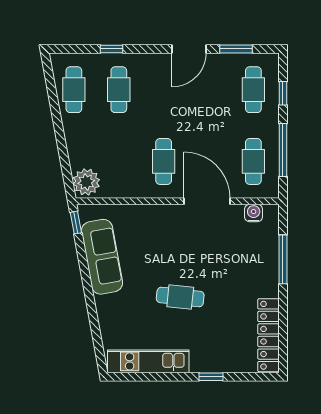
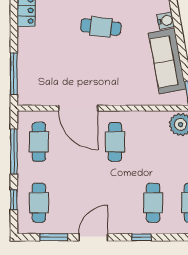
window: (112, 49) -> (141, 237), moved
water cooler: (254, 213) -> (166, 21), moved, turned -100
window: (283, 259) -> (14, 74), moved

